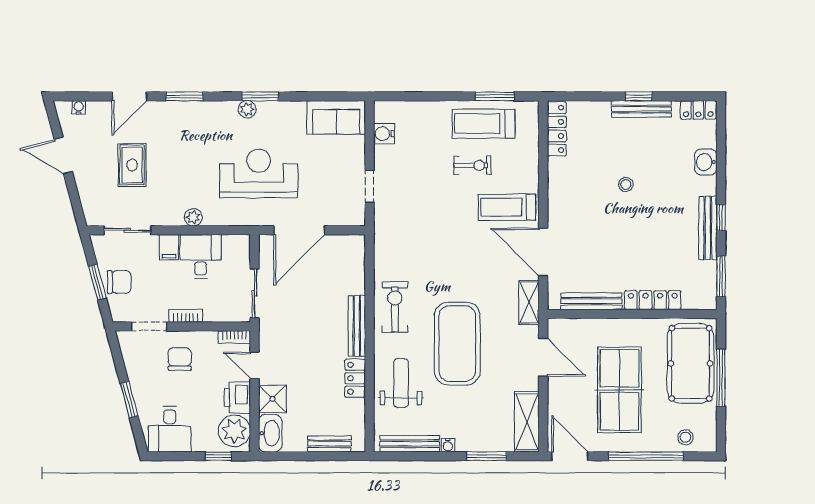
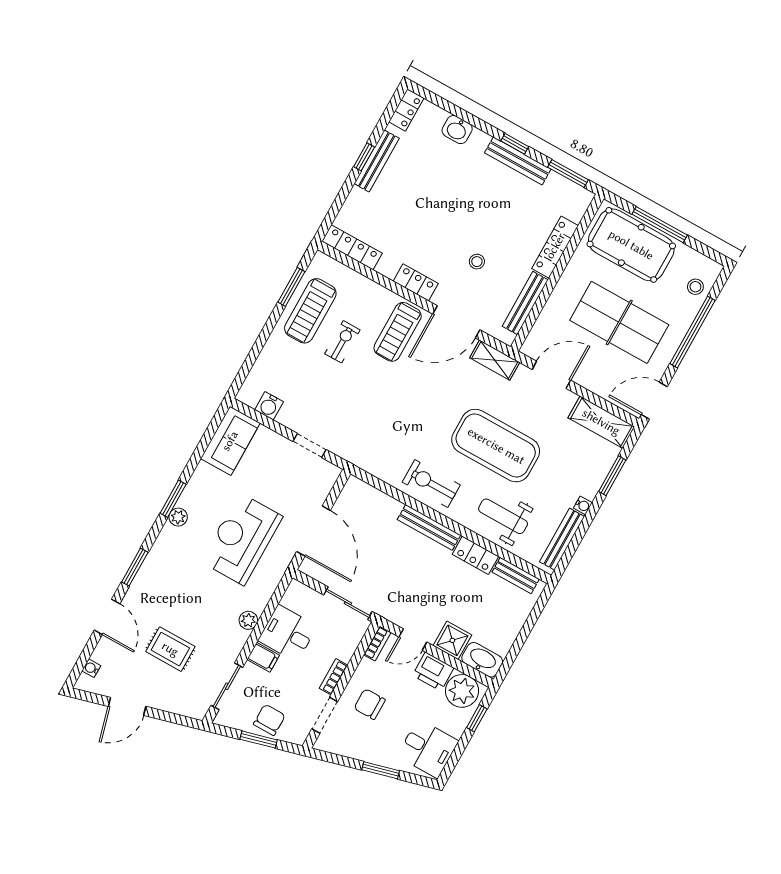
stool: (626, 184) -> (477, 262), moved
locker: (557, 199) -> (416, 282), added
bench: (329, 444) -> (516, 576), moved, turned 90

